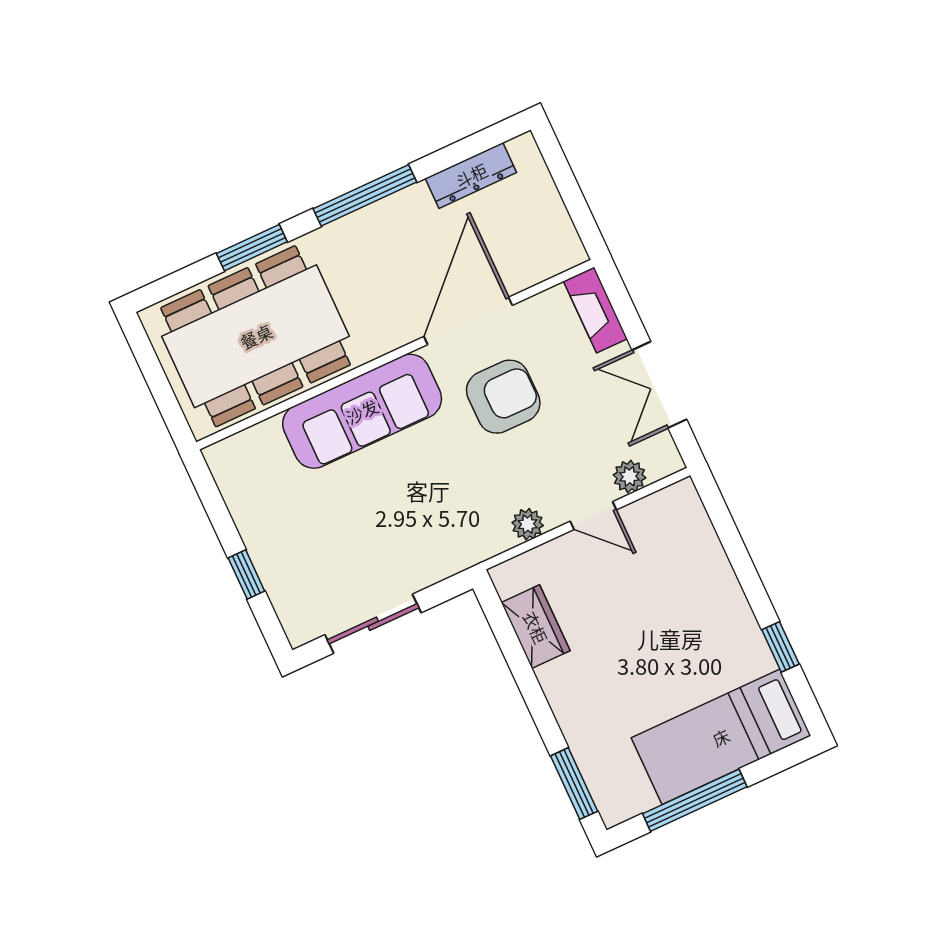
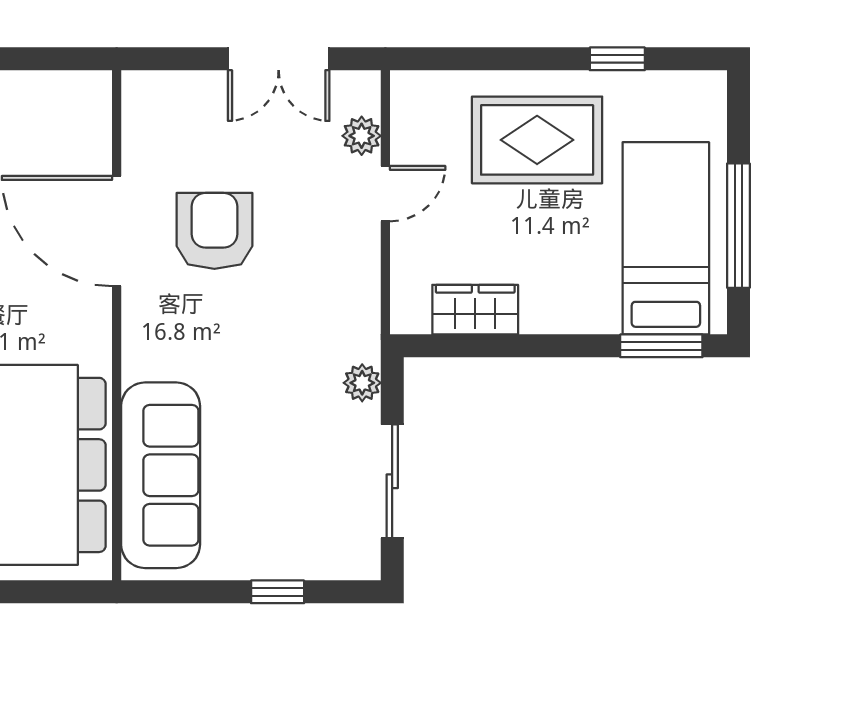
fireplace: (595, 310) -> (168, 90), removed
sofa: (362, 411) -> (161, 475), moved
plant: (528, 524) -> (362, 383), moved
rug: (689, 614) -> (537, 140), added
bed: (721, 737) -> (666, 238), moved, turned 180

